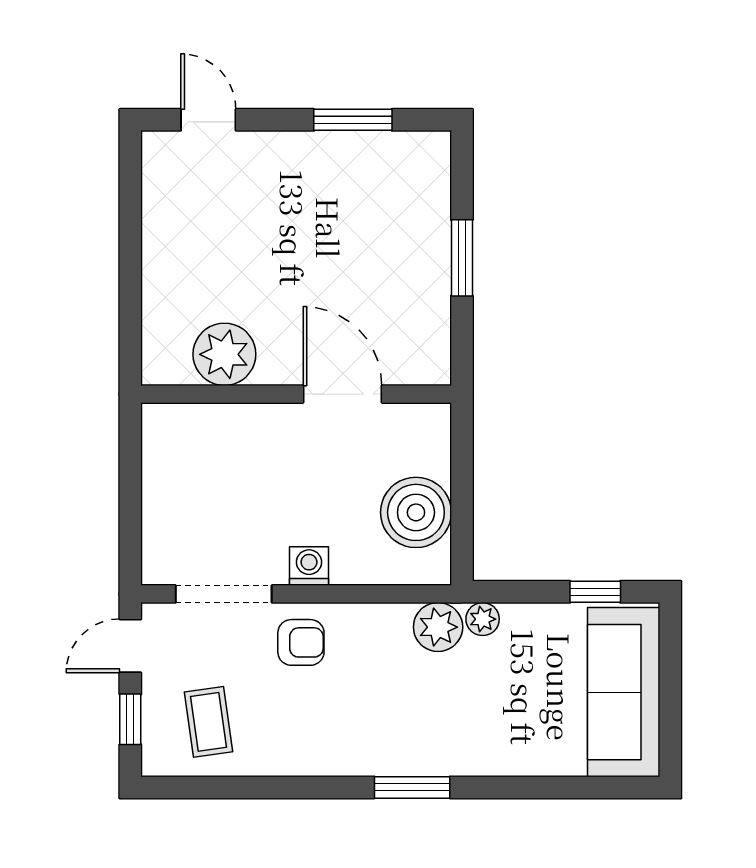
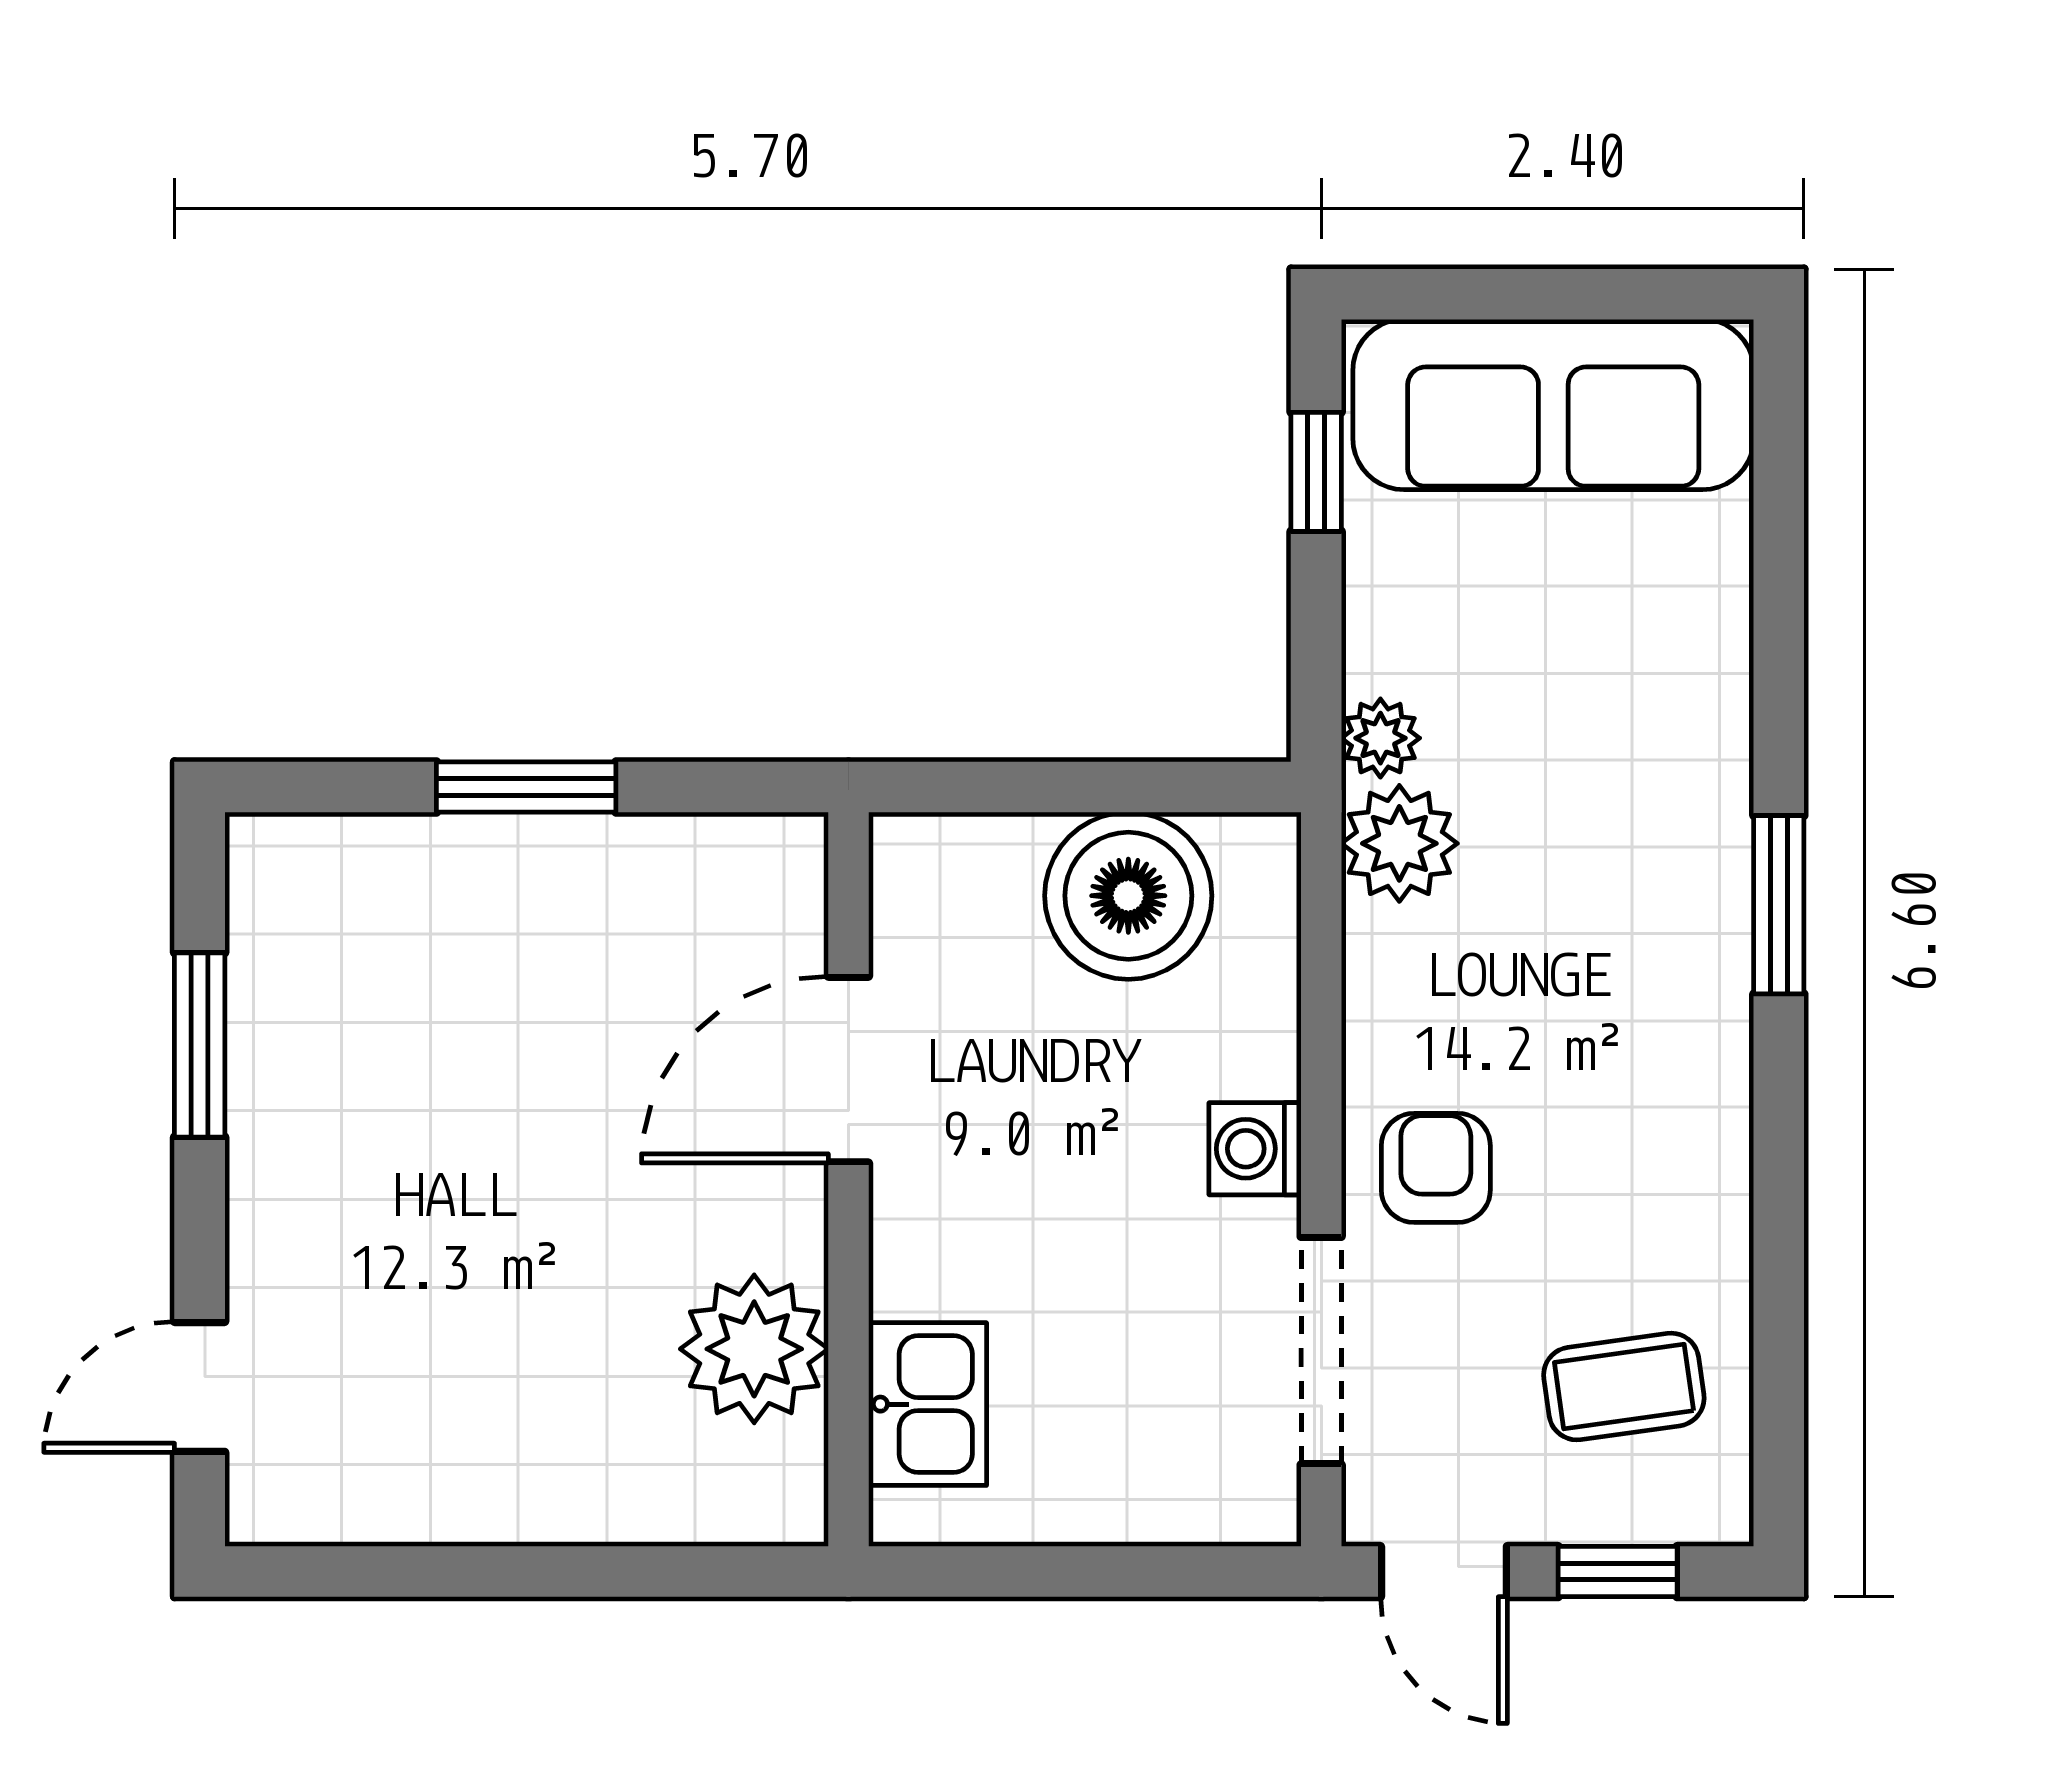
kitchen sink: (201, 428) -> (928, 1404), added

